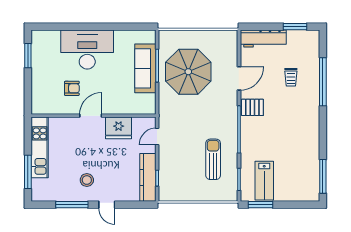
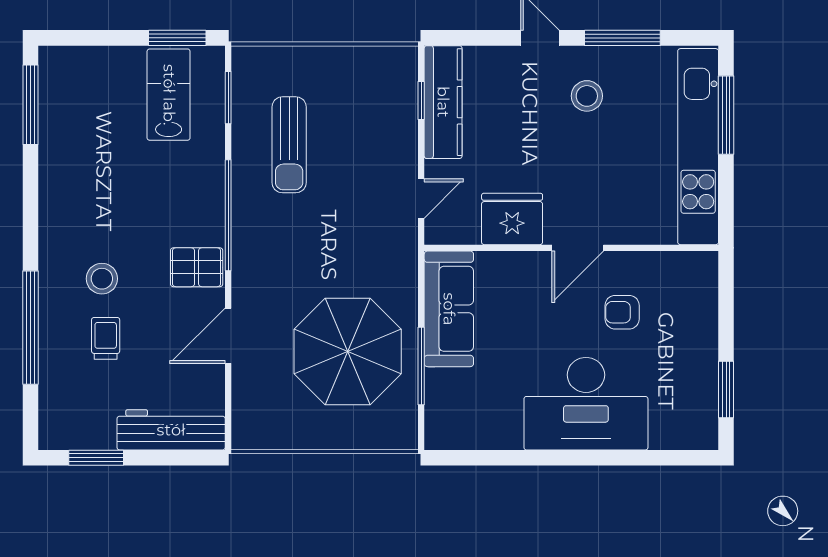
sofa: (145, 68) -> (449, 309), moved
stool: (293, 103) -> (102, 279), added
kitchen unit: (40, 147) -> (698, 147), width x1.36

